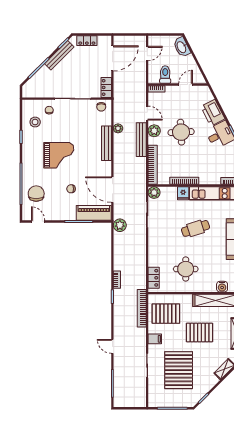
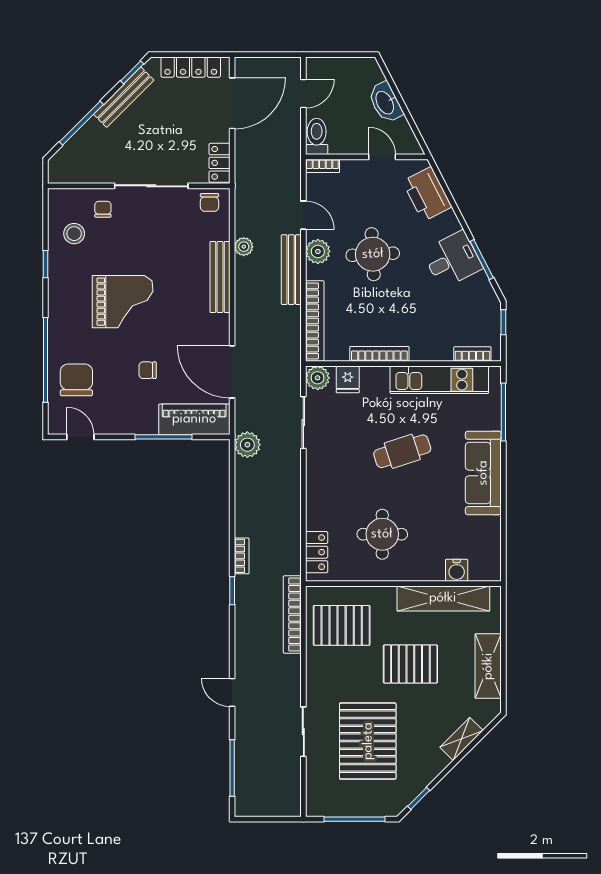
locker: (87, 41) -> (191, 67), width x1.53
washbasin: (182, 47) -> (385, 102), moved
toilet: (165, 75) -> (317, 136), moved
door: (186, 85) -> (382, 157), hinge flipped
printer: (213, 113) -> (427, 194), moved
fridge: (183, 193) -> (348, 379), moved
filing cabinet: (155, 339) -> (319, 677), removed

